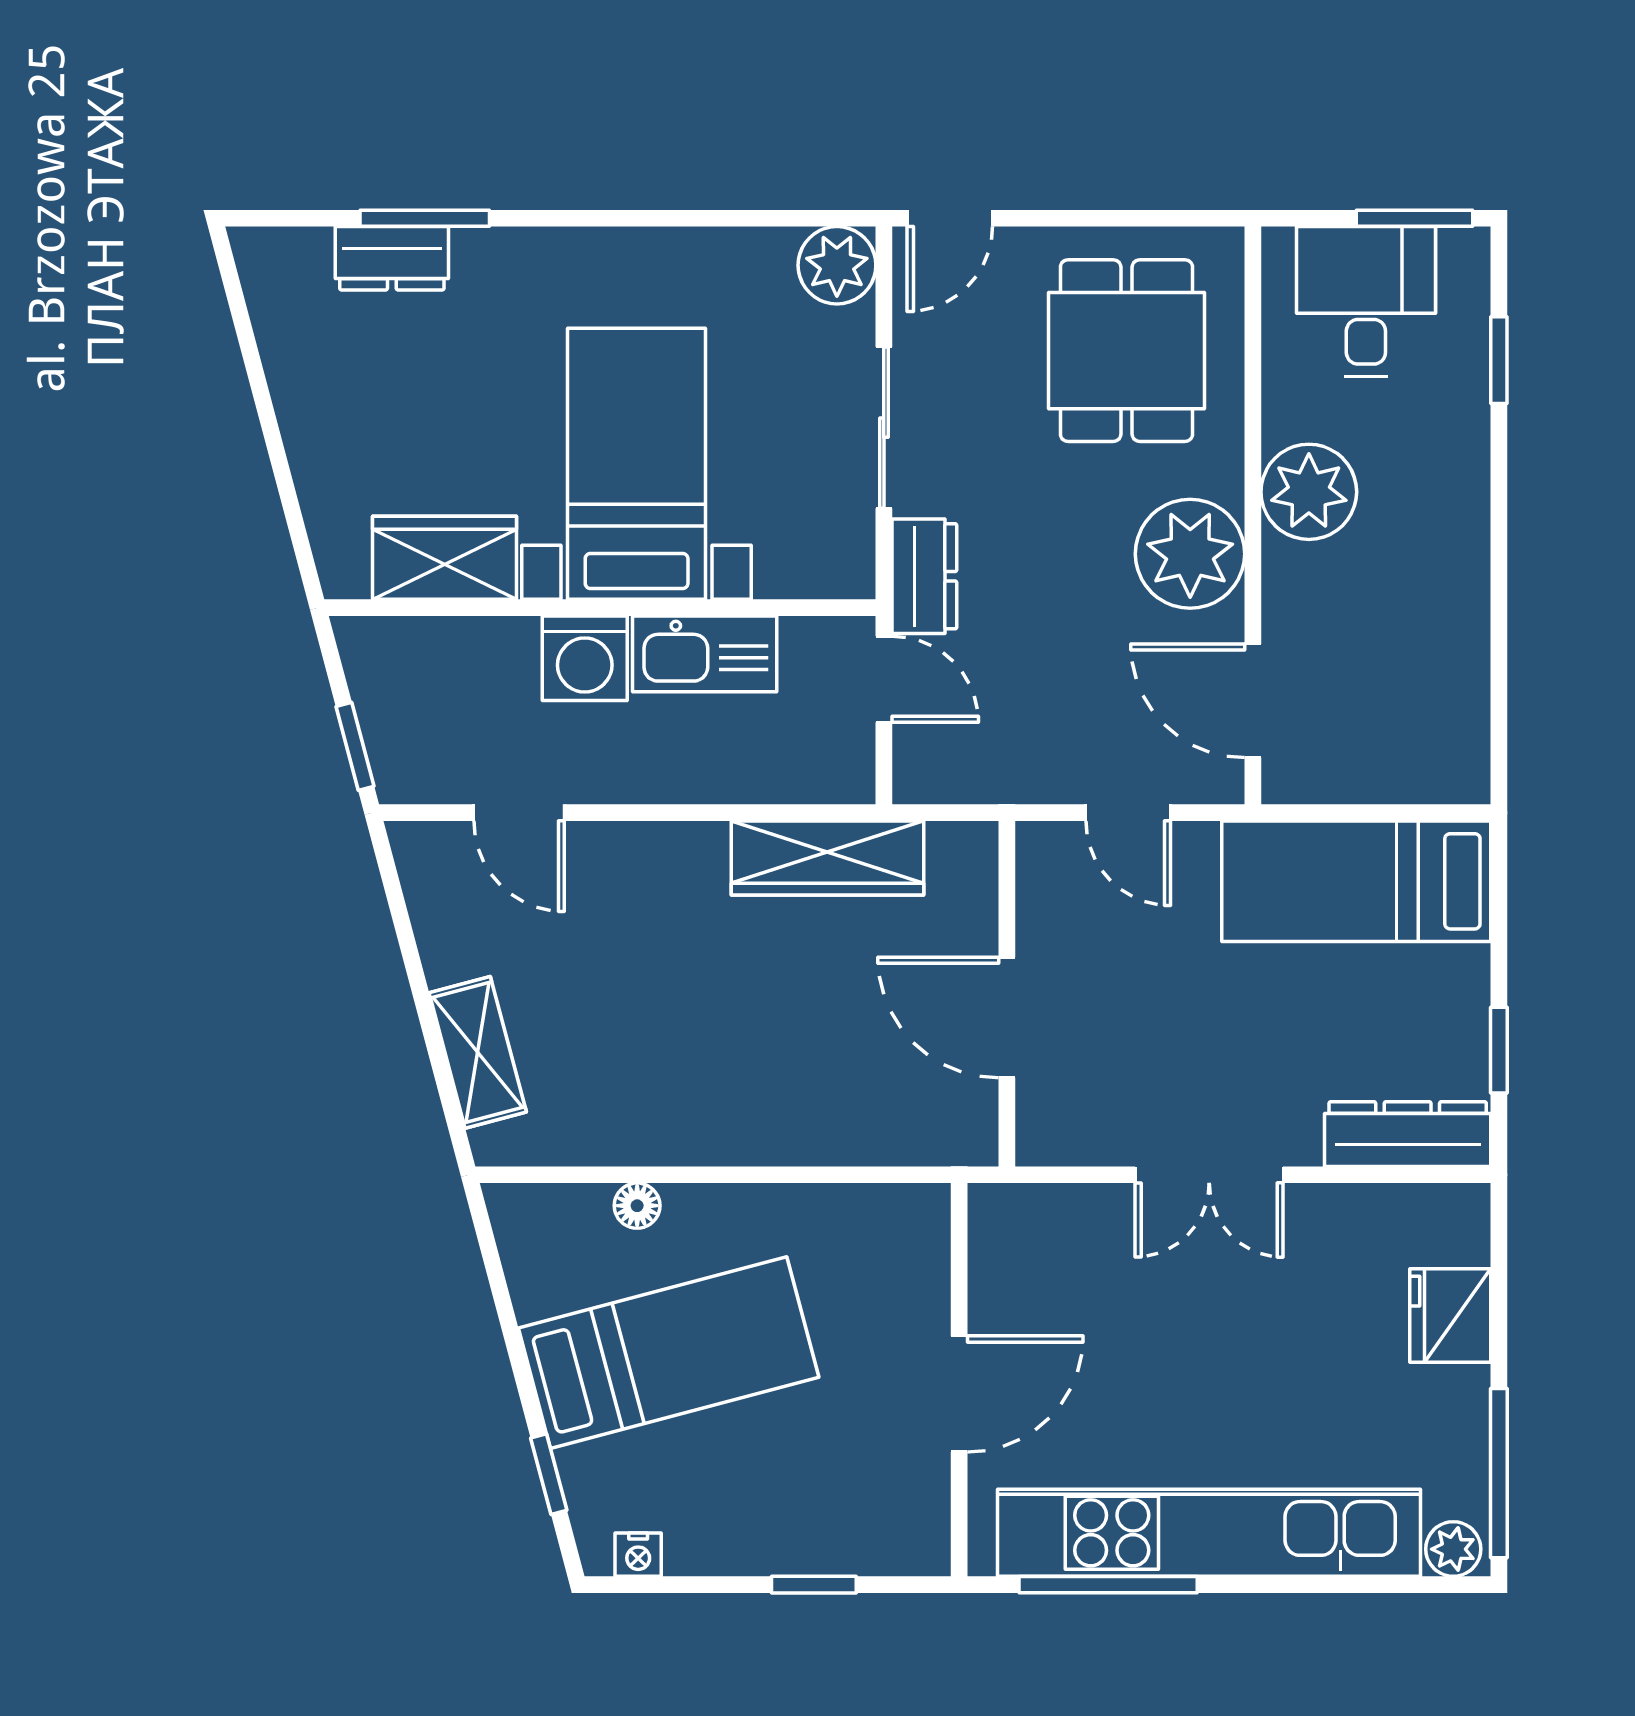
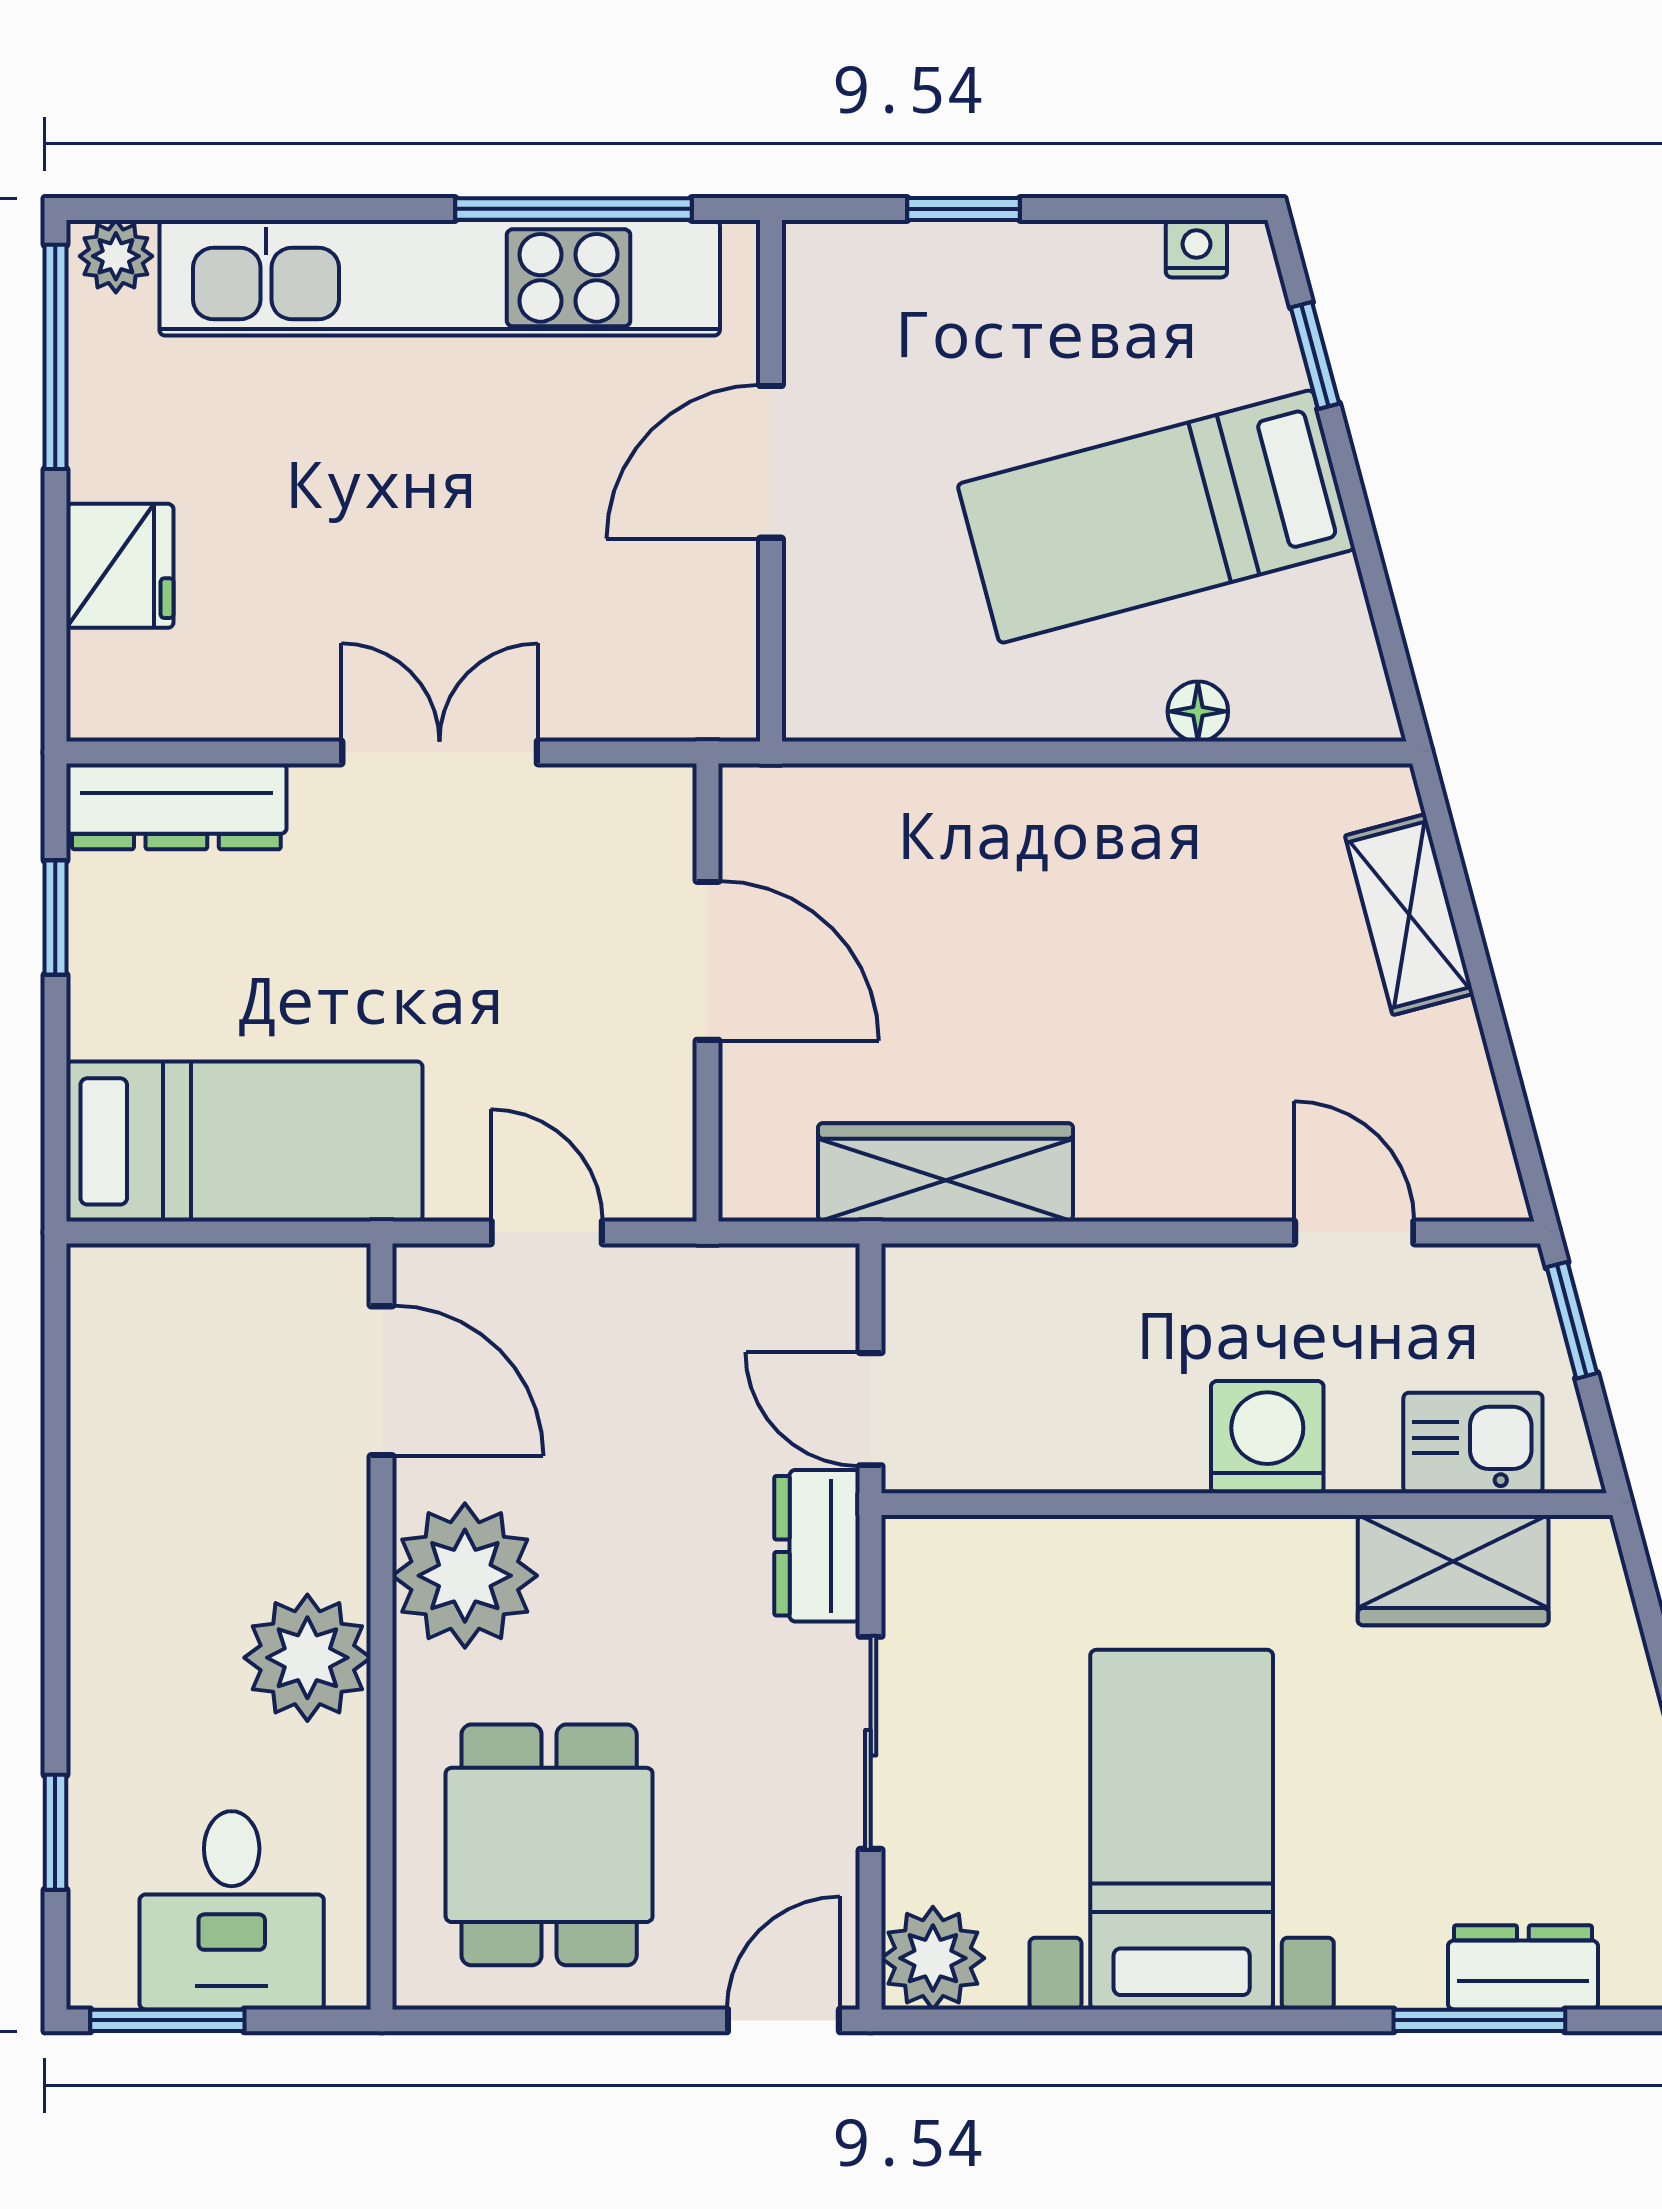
bed with nightstands: (637, 464) -> (1182, 1830), moved, turned 180
kitchen sink: (705, 654) -> (1473, 1443), moved, width x0.73

